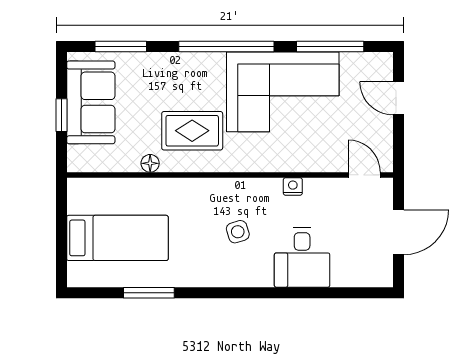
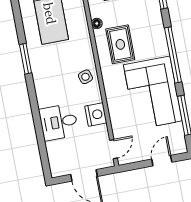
nightstand: (293, 186) -> (96, 115), width x1.89, depth x1.79
side table: (238, 232) -> (85, 77), moved
window: (149, 293) -> (26, 59), moved

